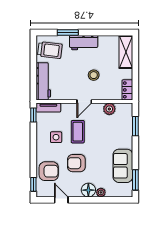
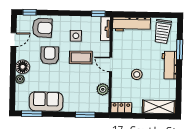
armchair: (49, 171) -> (42, 28), turned -88

